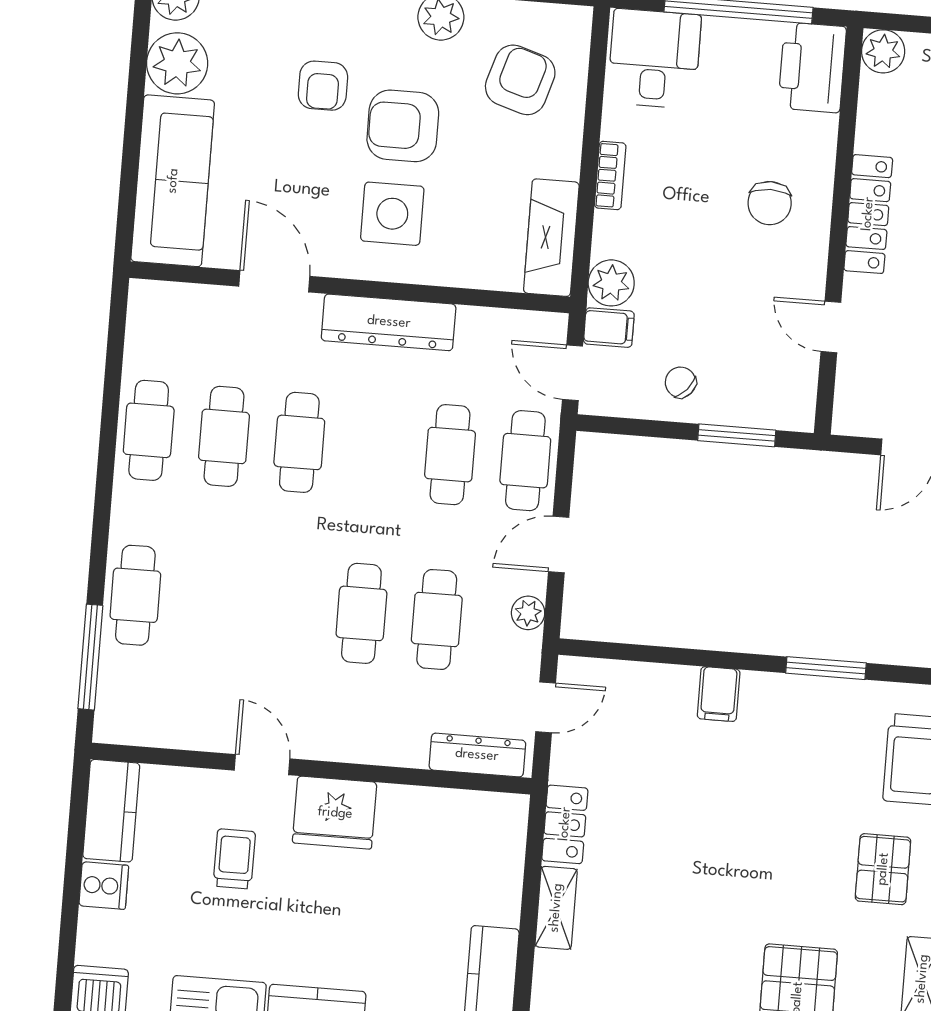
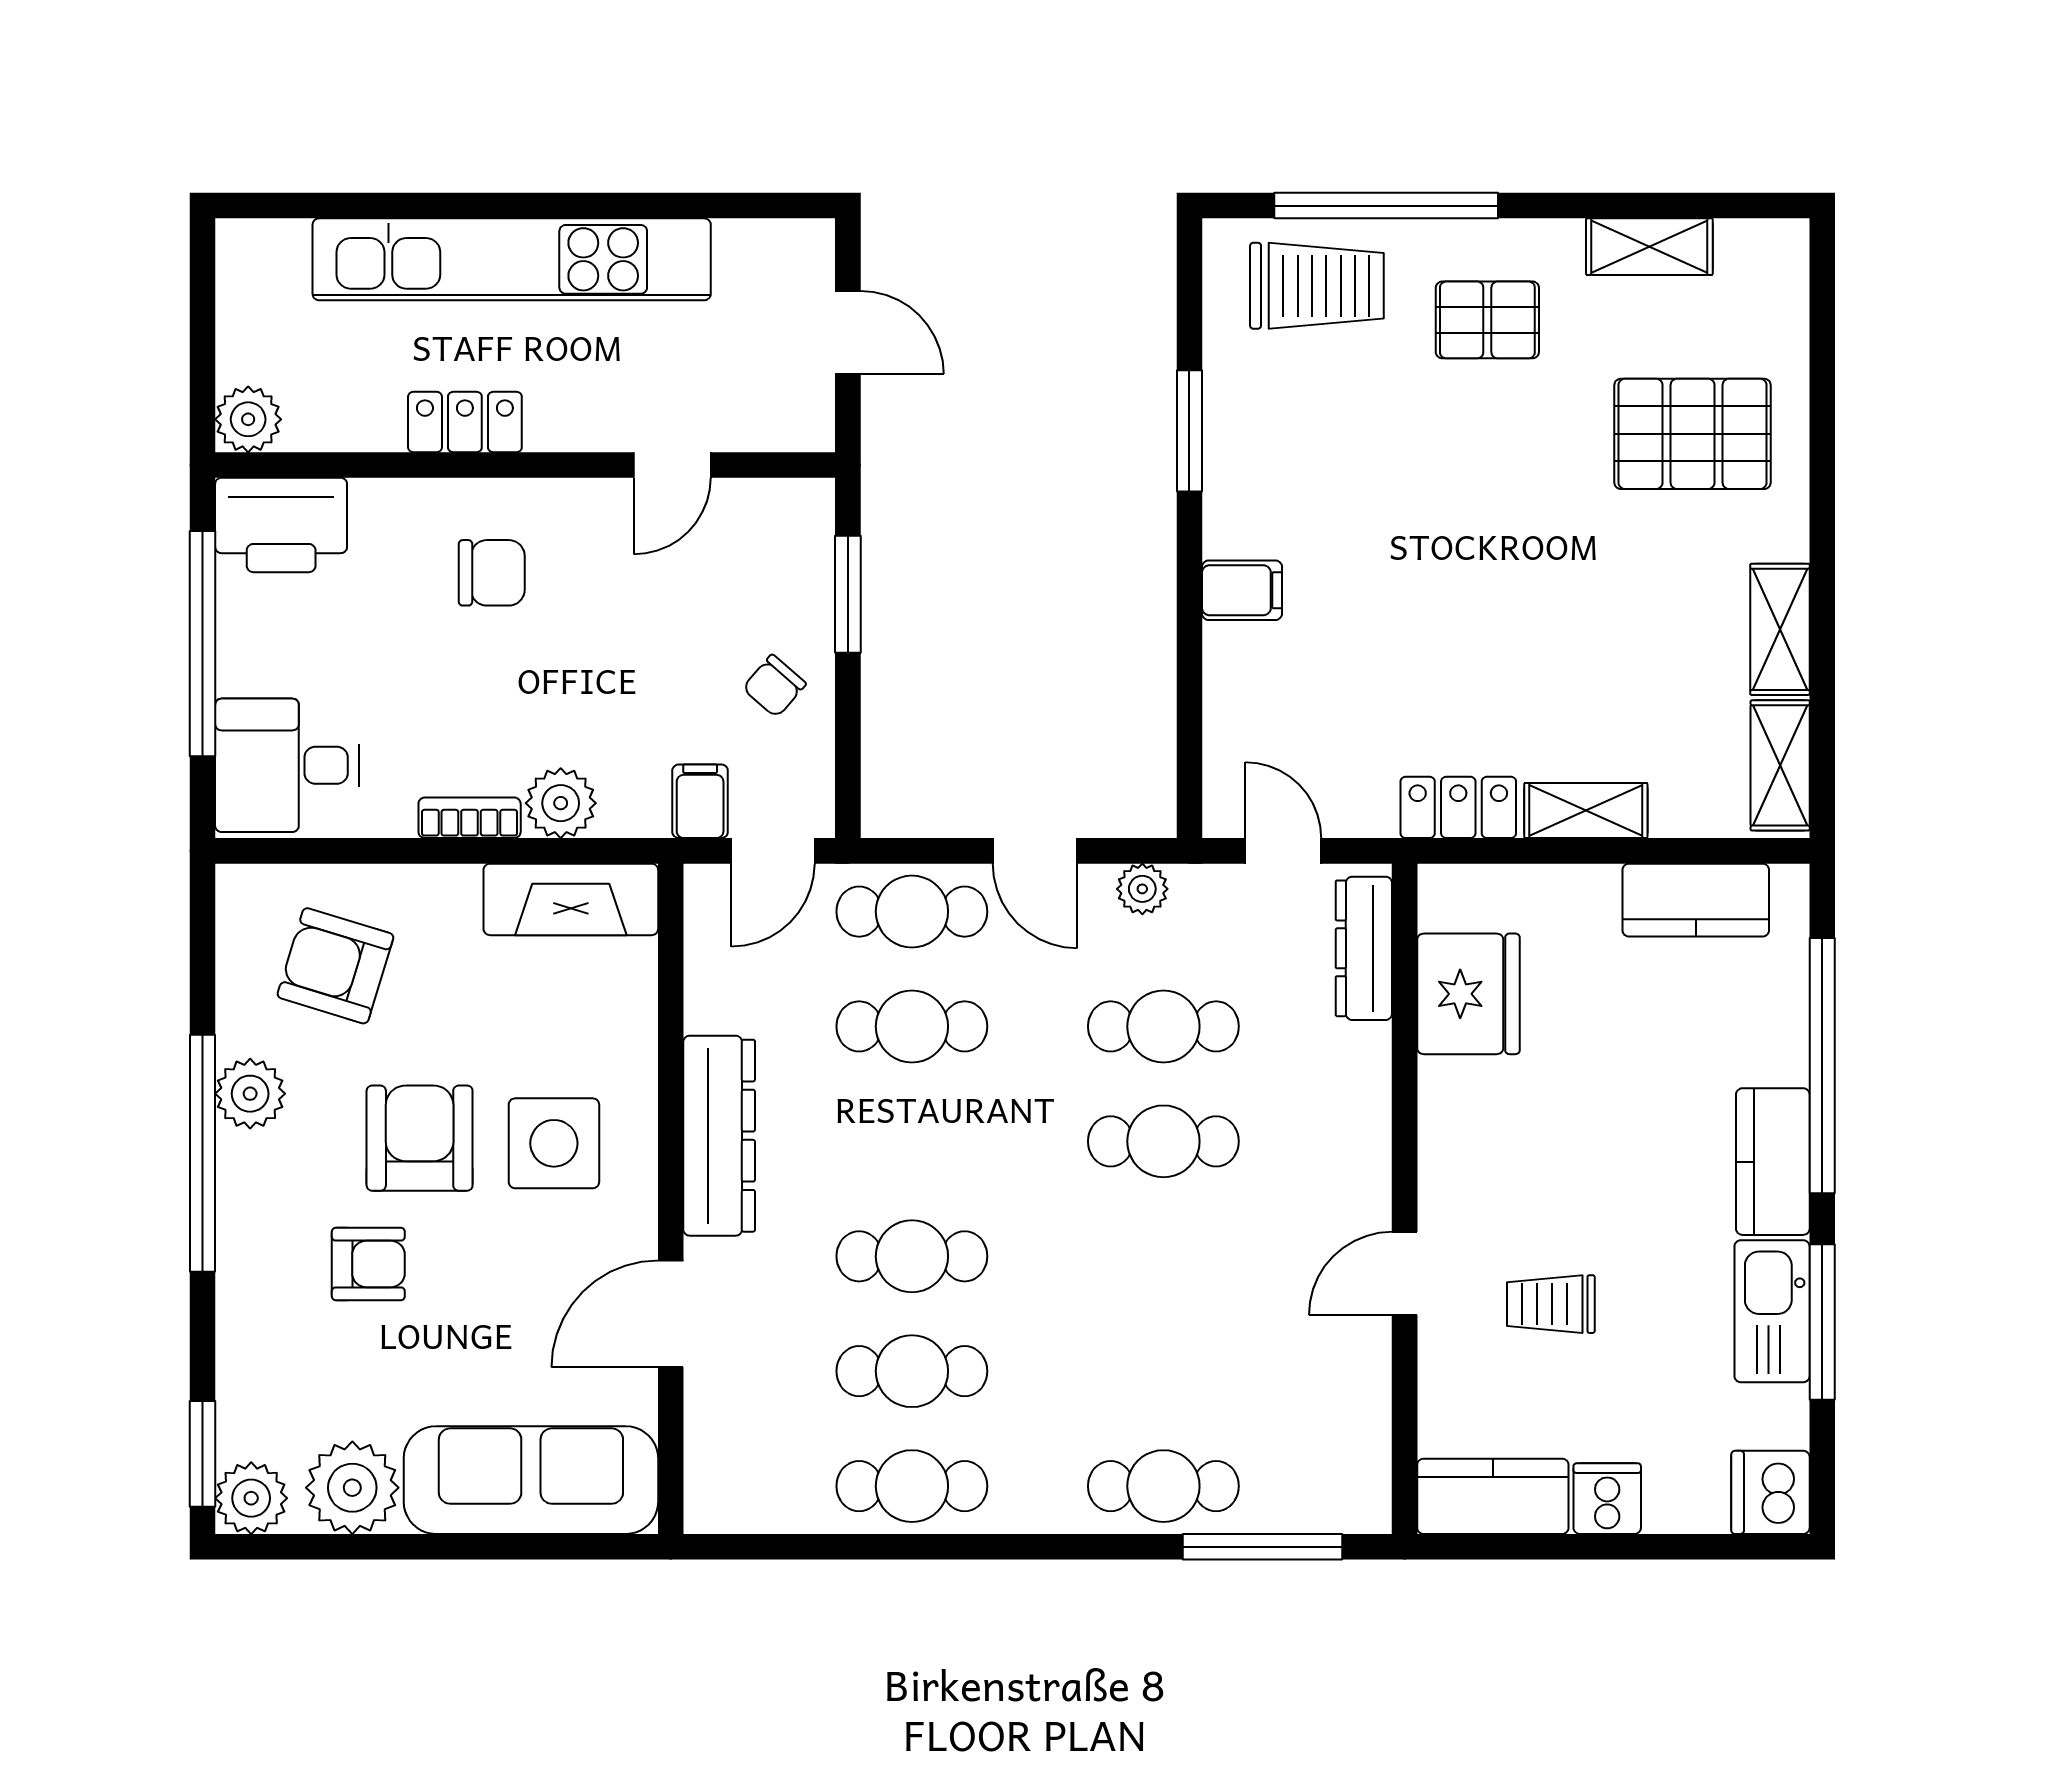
armchair: (403, 126) -> (420, 1138), turned 180
locker: (868, 214) -> (465, 422), width x0.66
plant: (611, 283) -> (561, 803), moved
fridge: (335, 813) -> (1468, 994), moved

